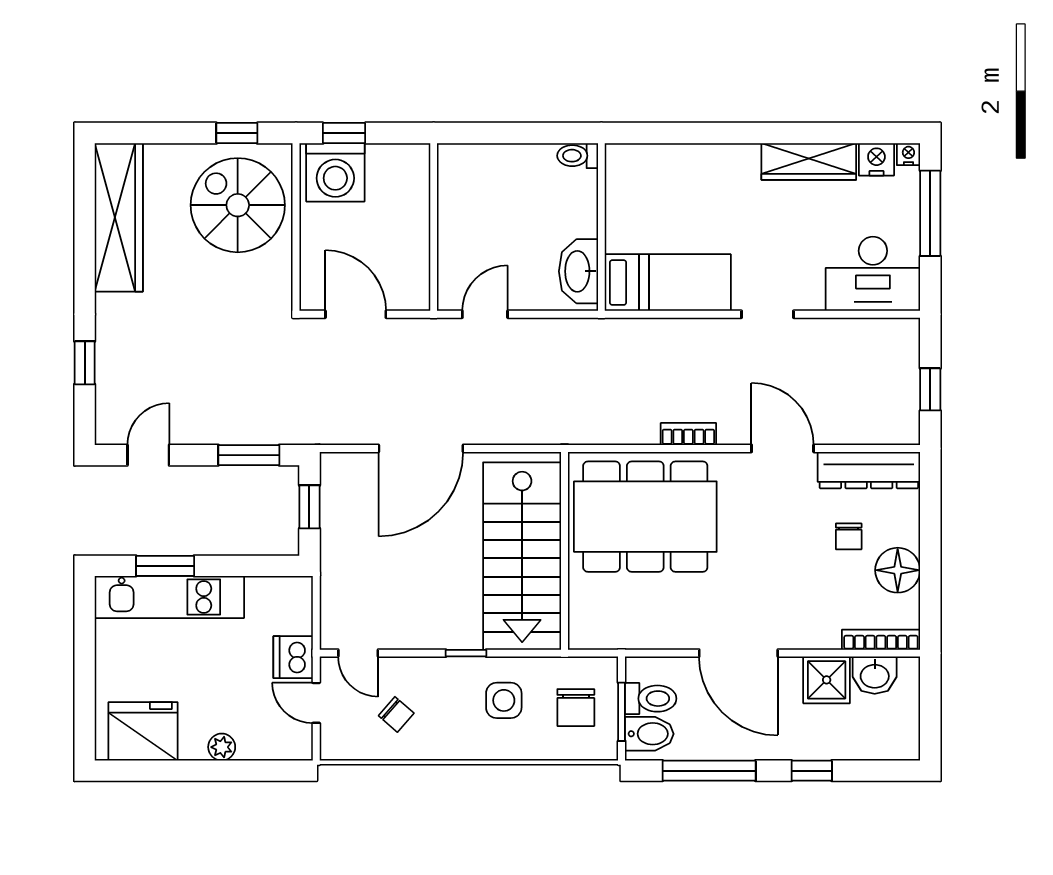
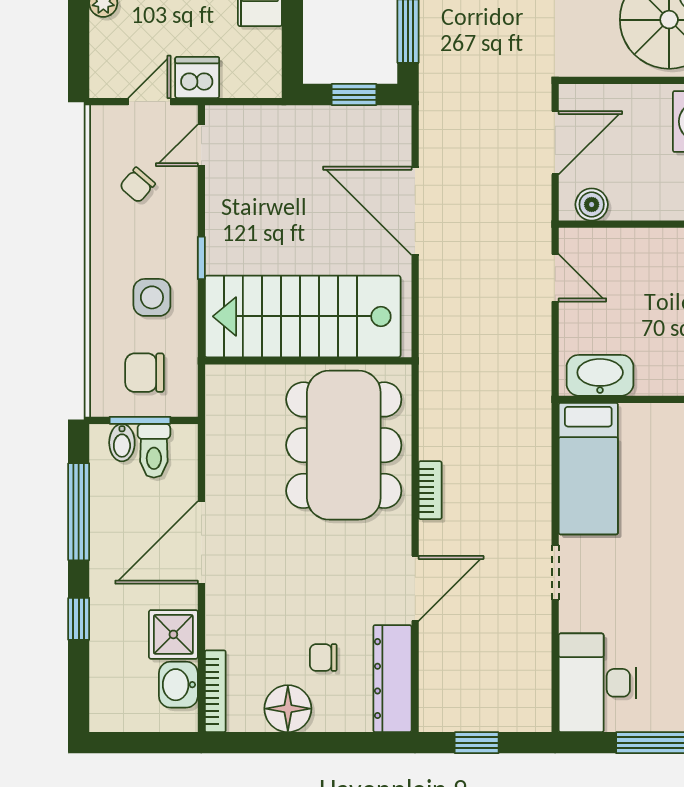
boiler: (415, 279) -> (592, 204), added
bidet: (649, 734) -> (122, 443), width x0.72, depth x0.74

